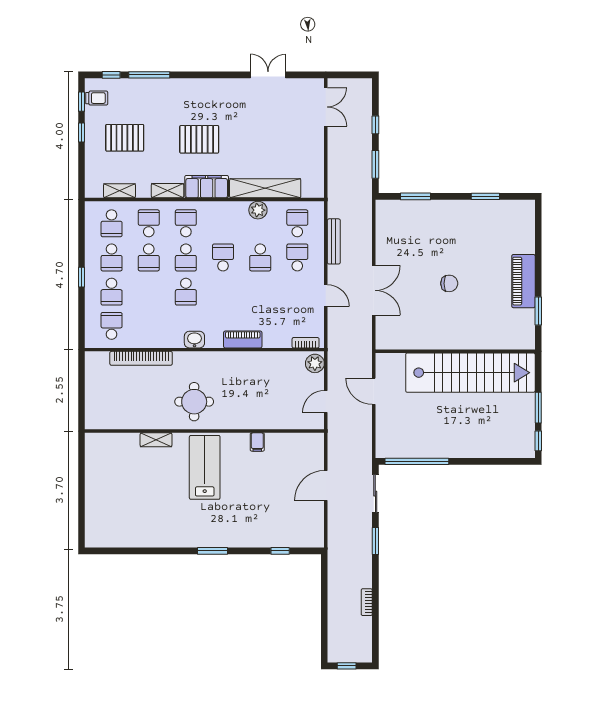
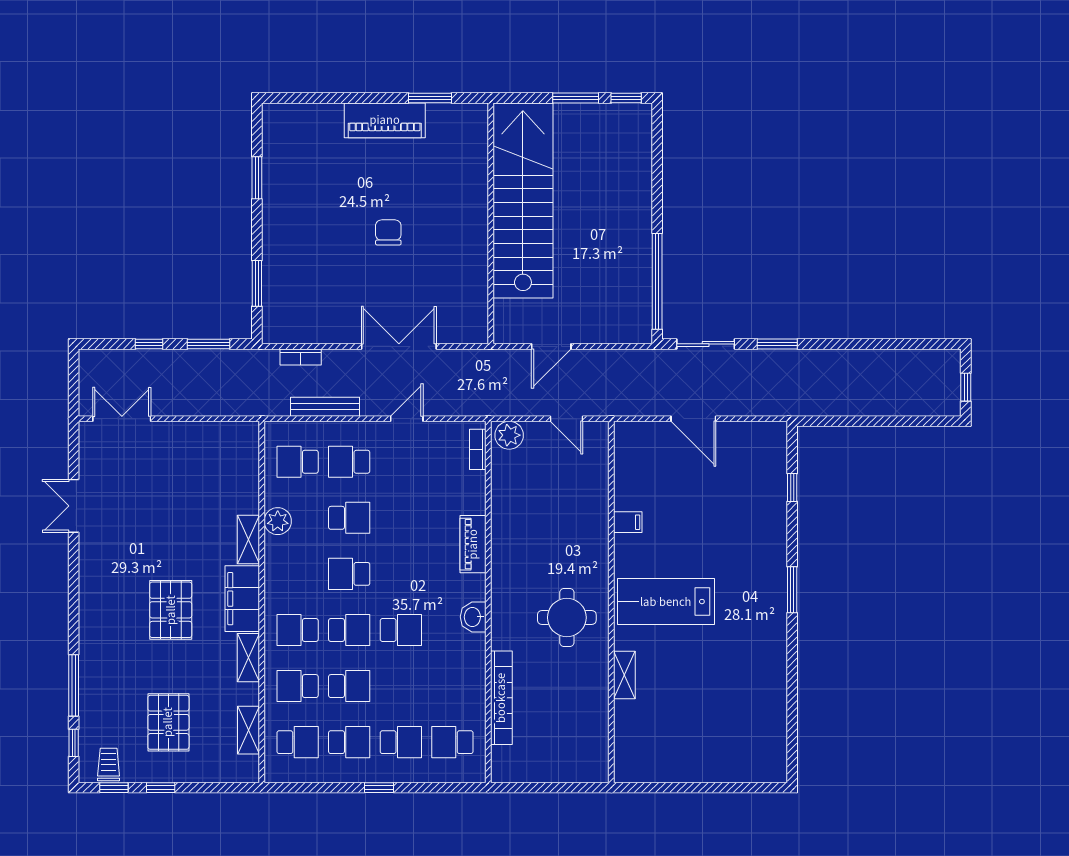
shelving: (265, 188) -> (248, 539), width x0.45, depth x0.75
bookcase: (367, 602) -> (301, 357), moved

